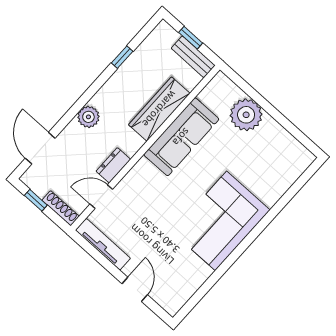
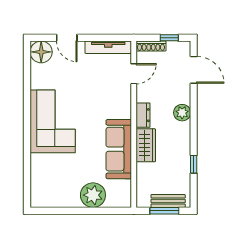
window: (191, 38) -> (164, 211), width x1.50
bench: (193, 57) -> (168, 201), moved
wardrobe: (159, 109) -> (146, 145), width x0.67
dresser: (113, 165) -> (143, 115), moved
floor lamp: (172, 298) -> (41, 52), added

